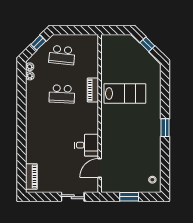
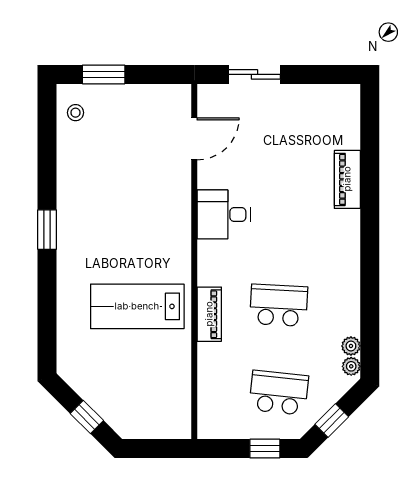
window: (68, 30) -> (265, 449), added
desk: (86, 145) -> (224, 214), moved
piano: (31, 176) -> (347, 179), moved
window: (129, 197) -> (104, 74), moved

